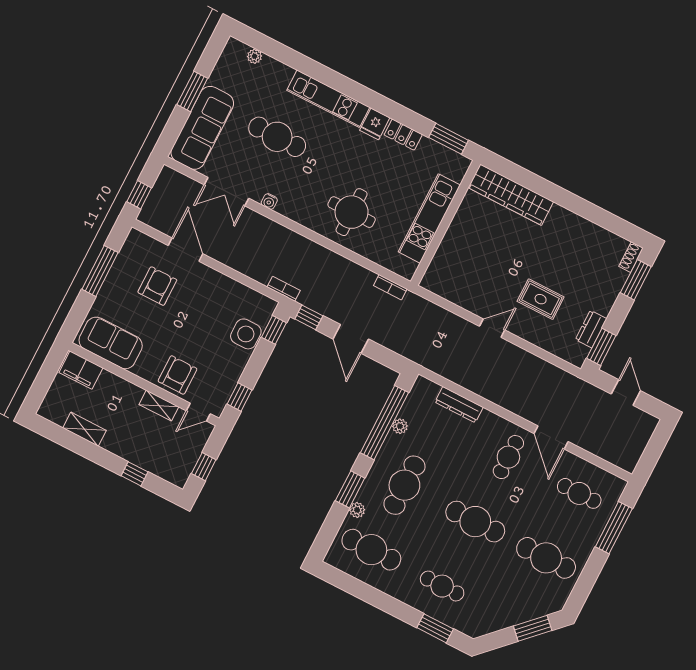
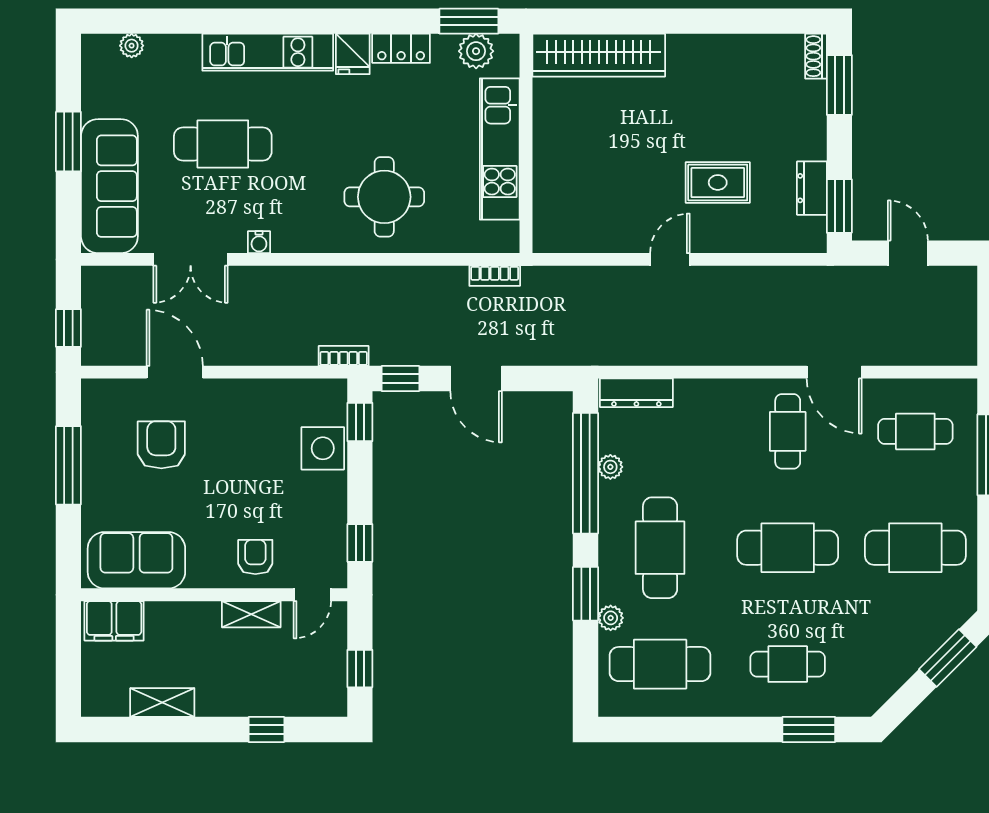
plant: (444, 157) -> (476, 51), added
armchair: (178, 375) -> (255, 557), width x0.72, depth x0.72
dresser: (459, 405) -> (636, 393), moved

